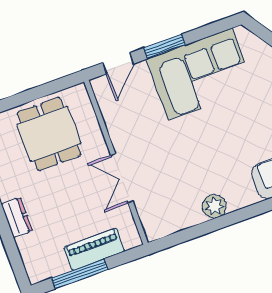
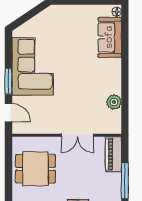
plant: (214, 206) -> (114, 102), moved
piano: (94, 249) -> (113, 154), moved

